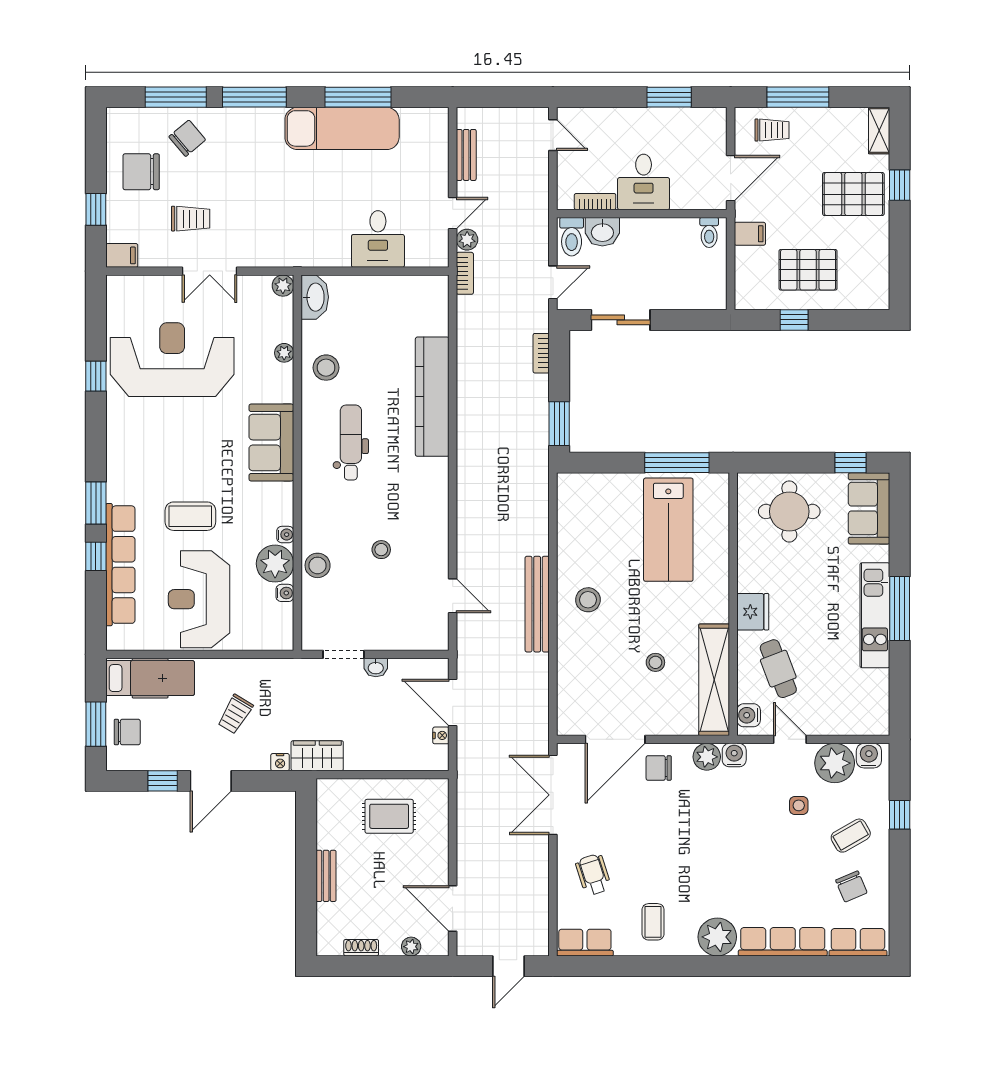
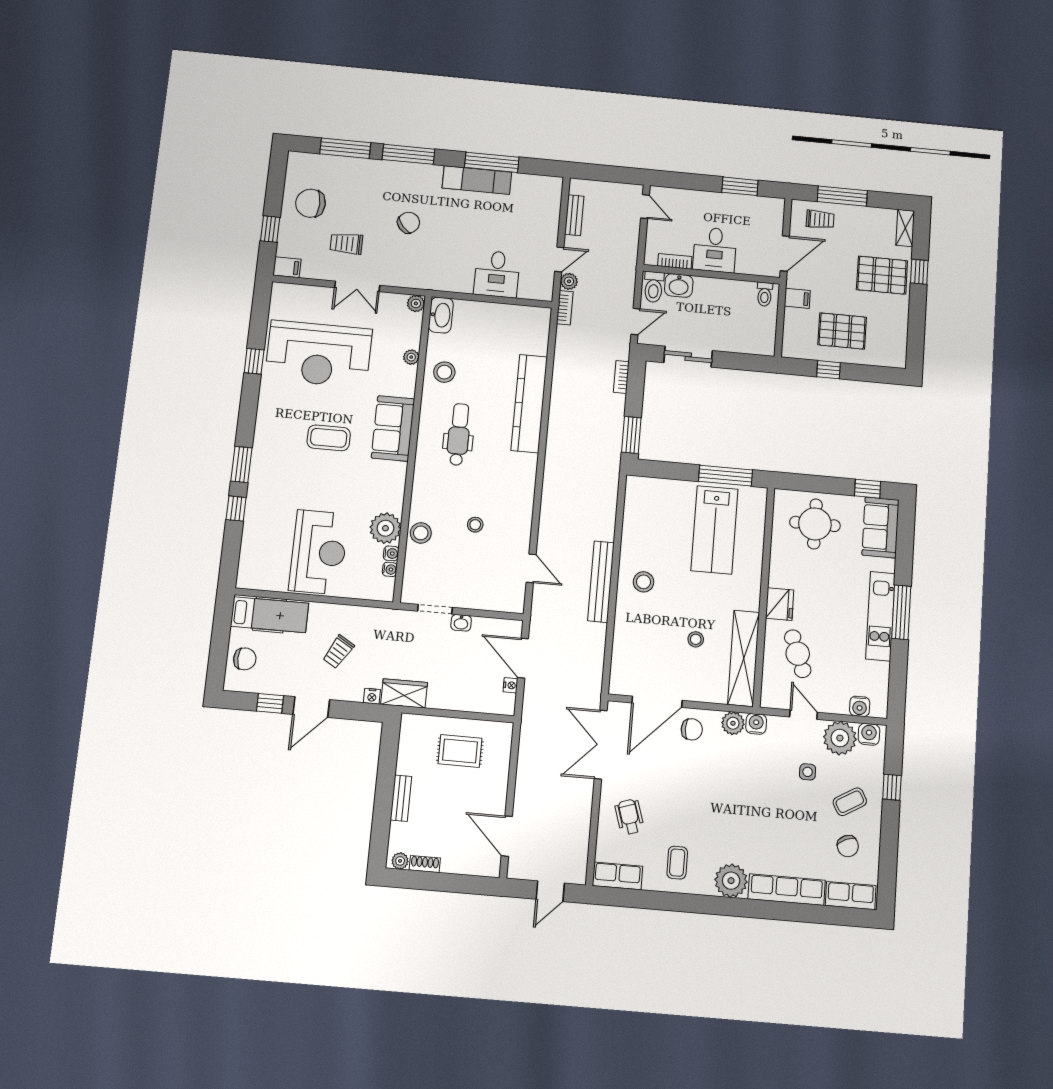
exam couch: (342, 128) -> (477, 180), width x0.73, depth x0.69
chair: (187, 138) -> (409, 223), moved
trolley: (191, 219) -> (346, 244), turned 180
reception desk: (172, 360) -> (319, 354), turned 180
coffee table: (190, 516) -> (329, 438), moved
water cooler: (285, 535) -> (390, 569), moved
row of seats: (120, 565) -> (256, 517), removed
reception desk: (199, 599) -> (319, 552), turned 180
water cooler: (749, 715) -> (860, 706), moved, turned -90
window: (96, 724) -> (219, 650), removed
chair: (659, 768) -> (692, 729), turned 180
plant: (411, 947) -> (400, 861), moved

